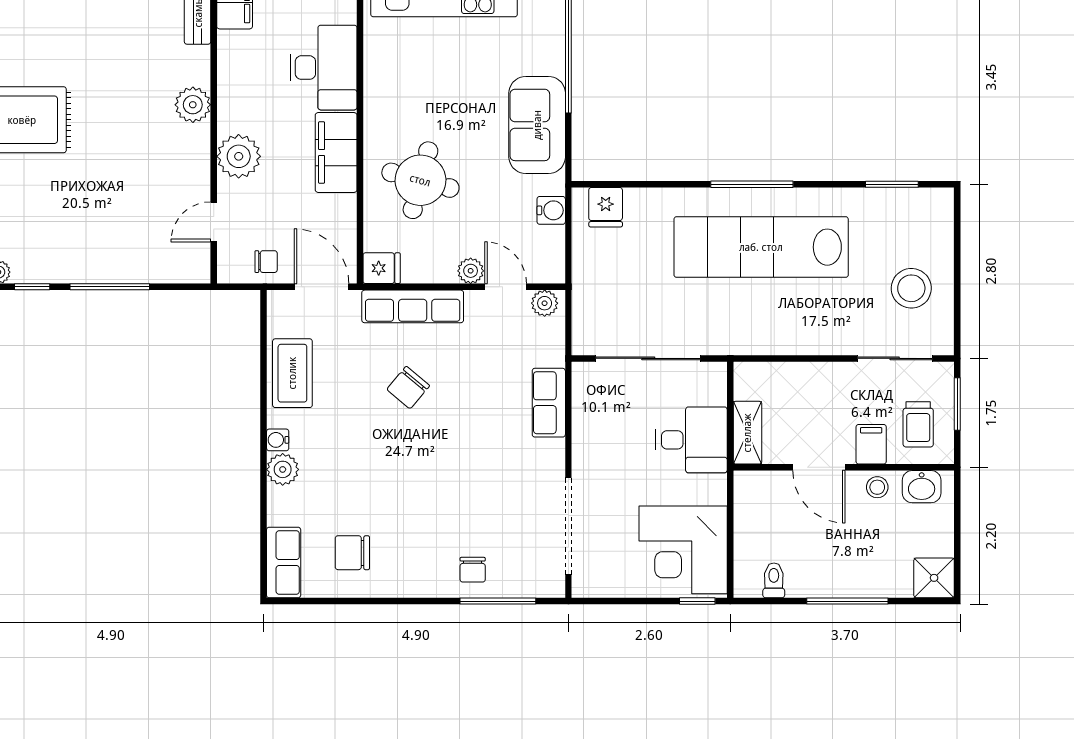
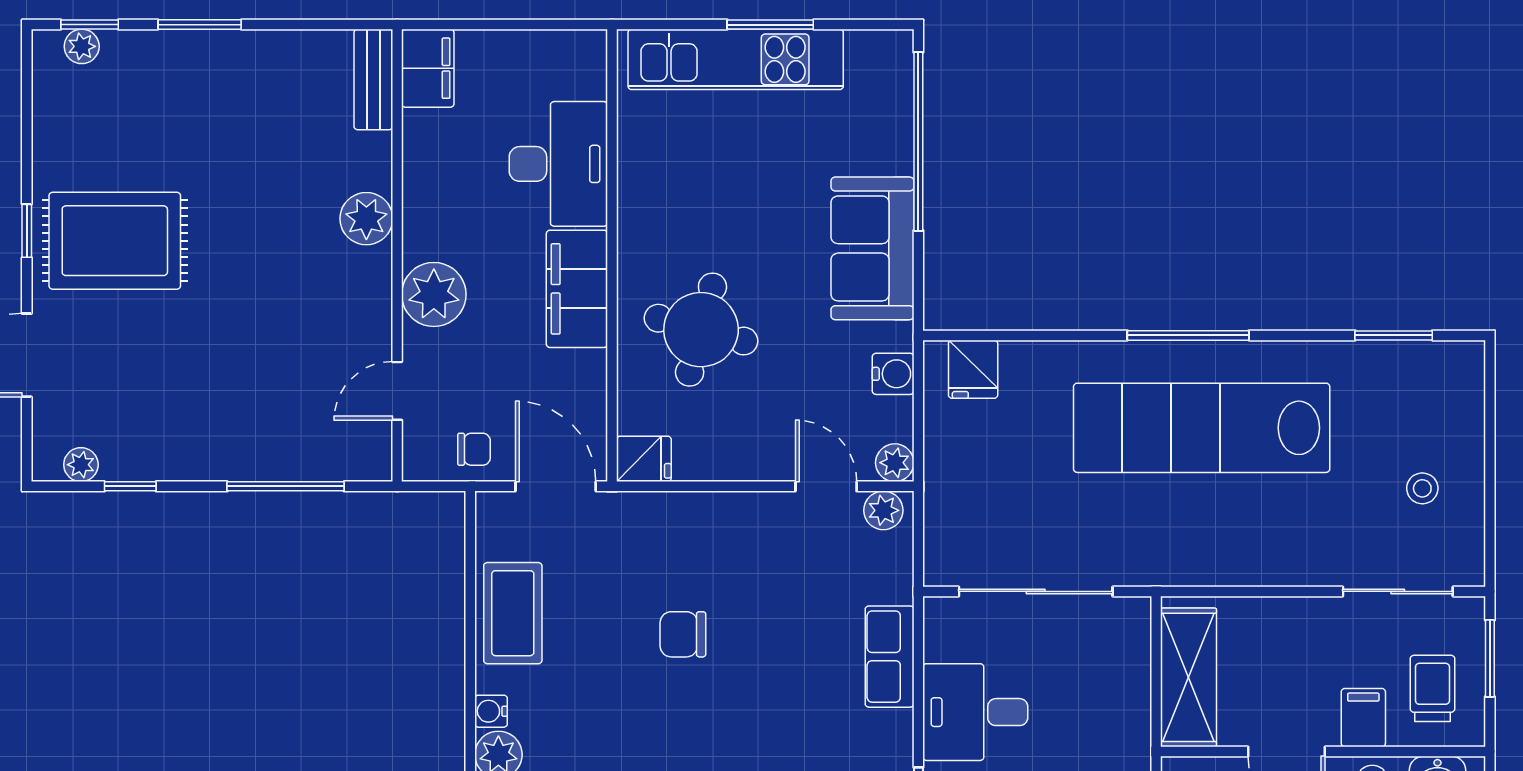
plant: (471, 271) -> (895, 463), moved
window: (110, 287) -> (286, 486), moved
stool: (911, 288) -> (1422, 488), width x0.53, depth x0.53
row of seats: (413, 306) -> (689, 515), removed
chair: (408, 388) -> (683, 634), turned 50
trolley: (918, 424) -> (1432, 688), turned 180
shelving: (747, 433) -> (1189, 677), width x1.50, depth x1.33
desk: (691, 440) -> (975, 712), moved, turned 180

